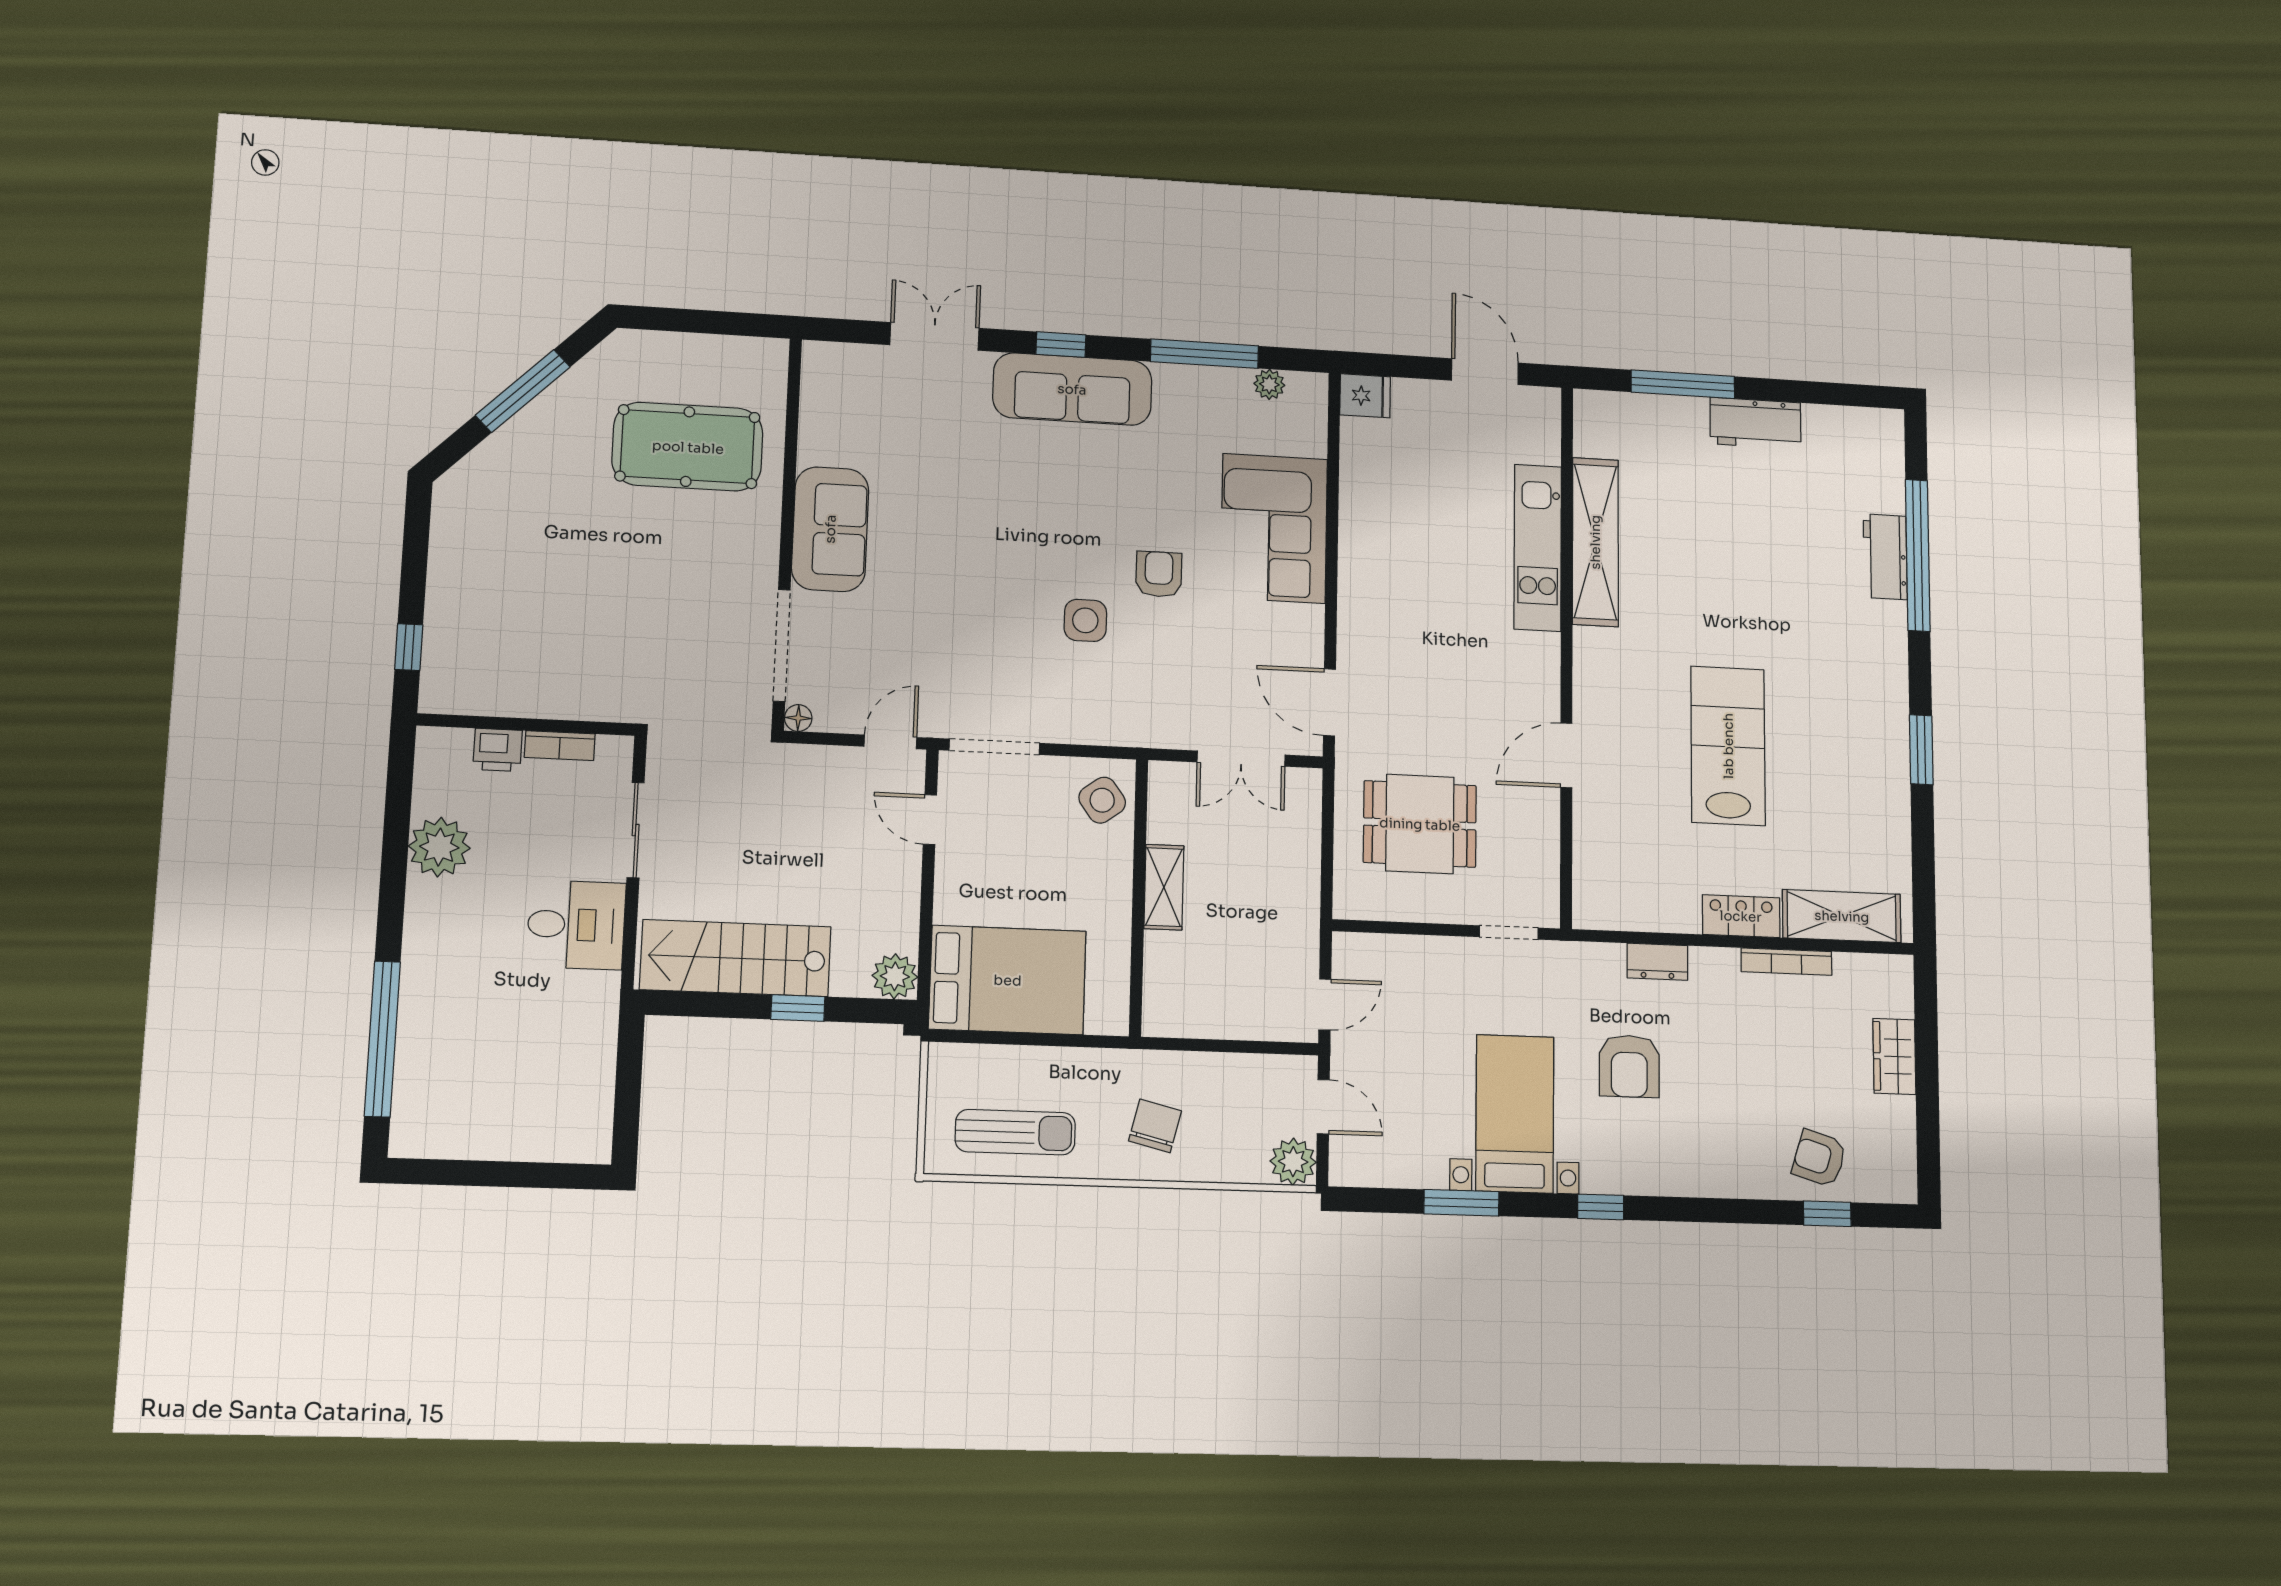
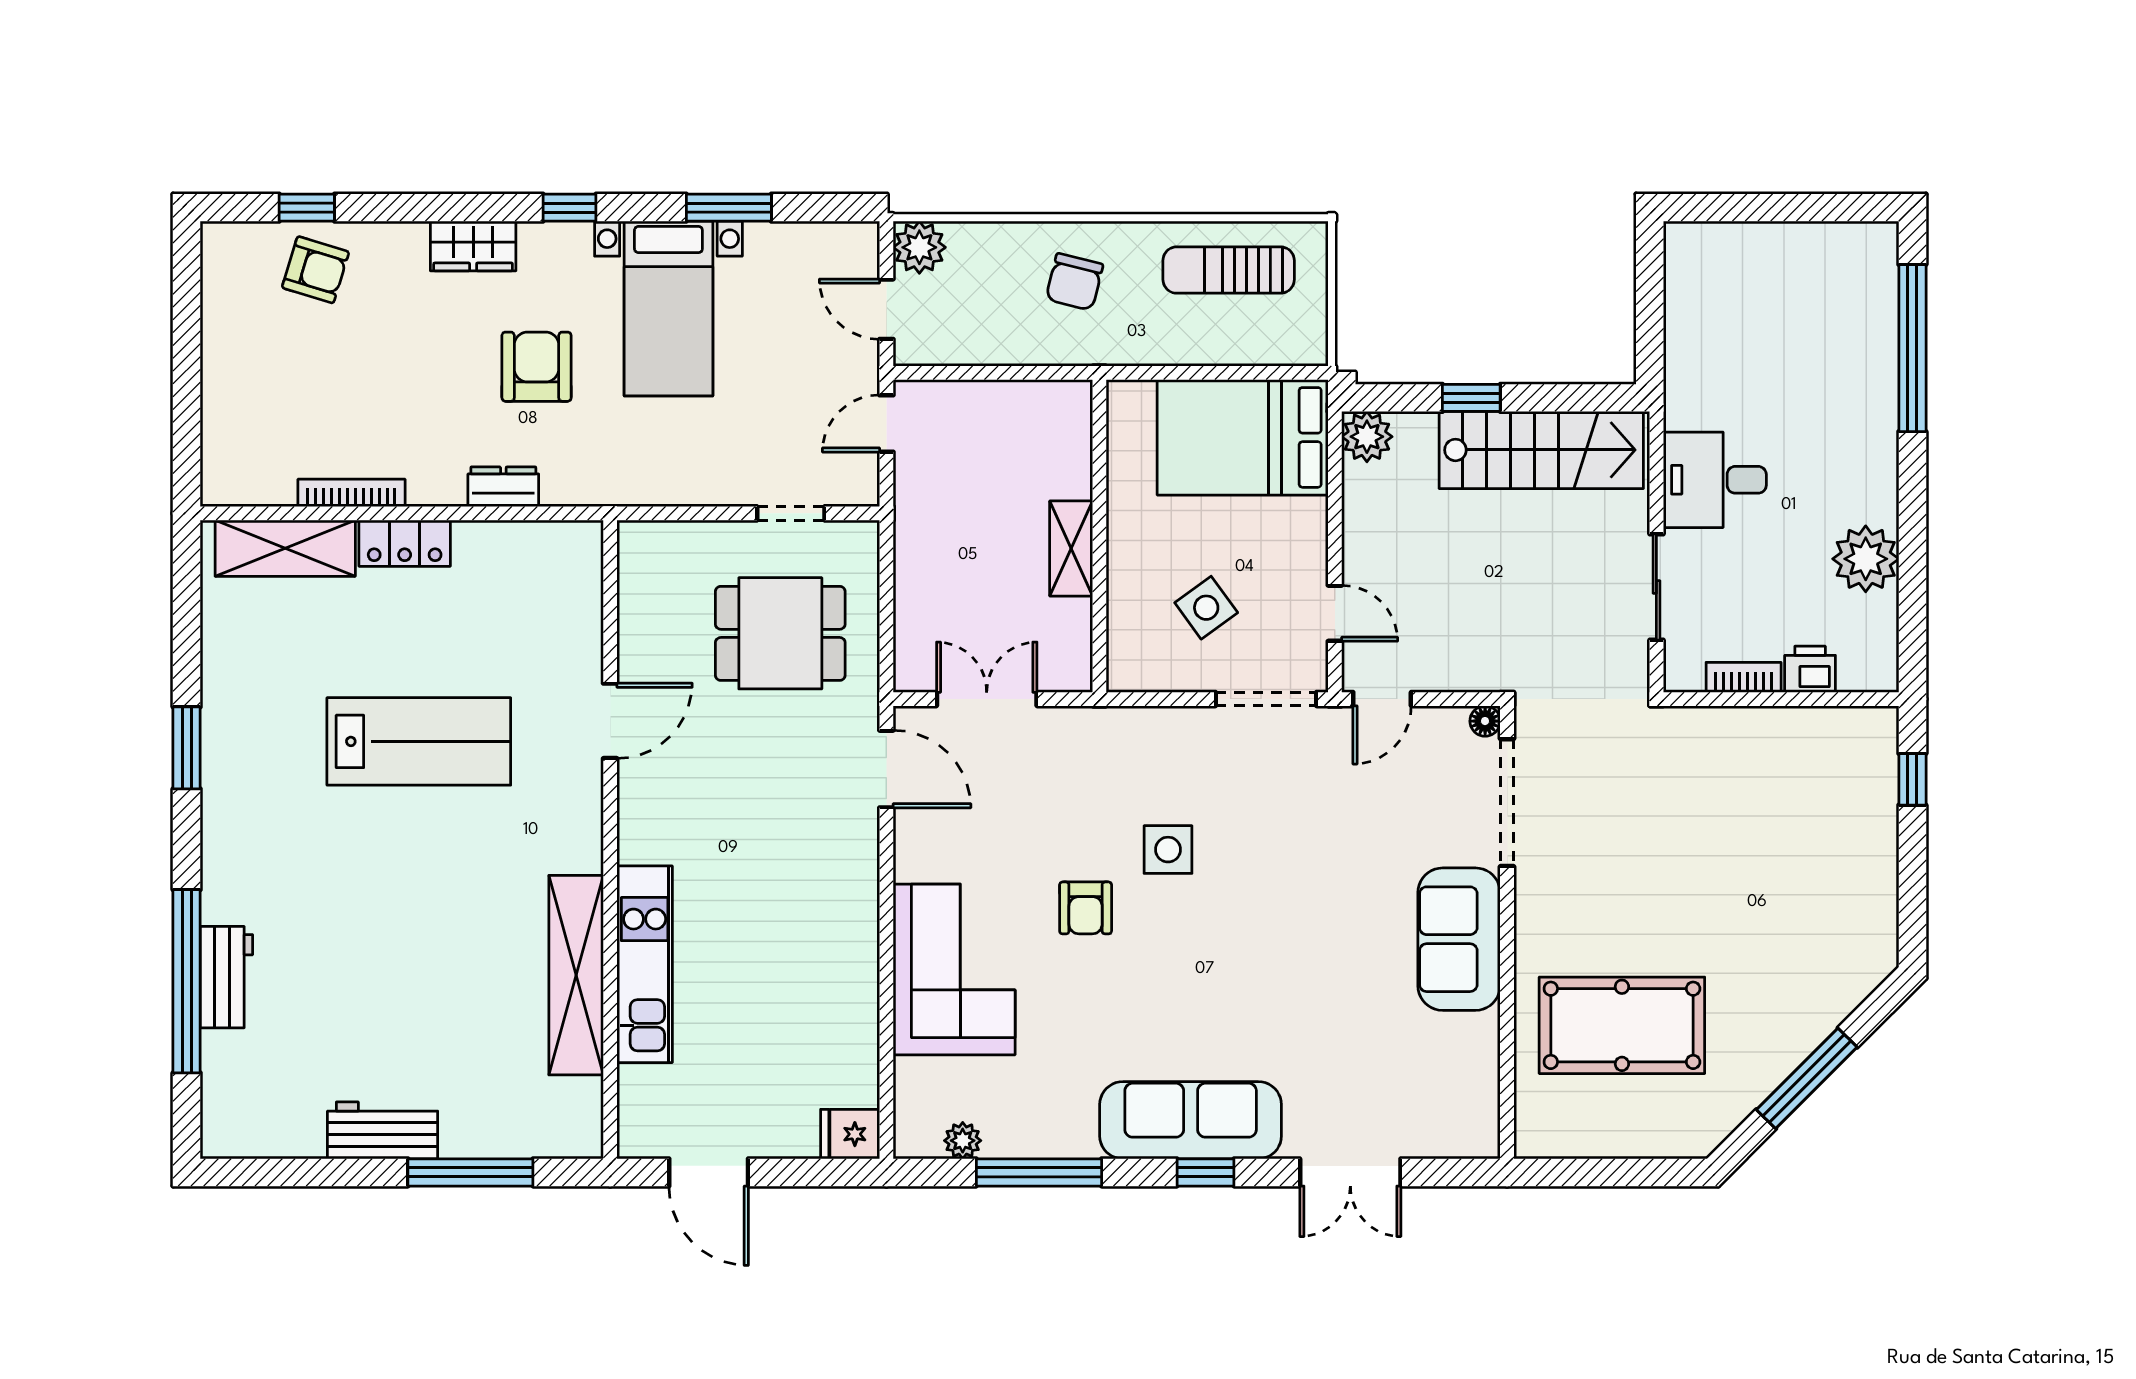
lab bench: (1728, 746) -> (419, 741), turned -90
side table: (1102, 800) -> (1206, 608), moved
doorway: (1509, 932) -> (791, 513), moved
wardrobe: (1894, 1056) -> (473, 246), moved, turned 90

